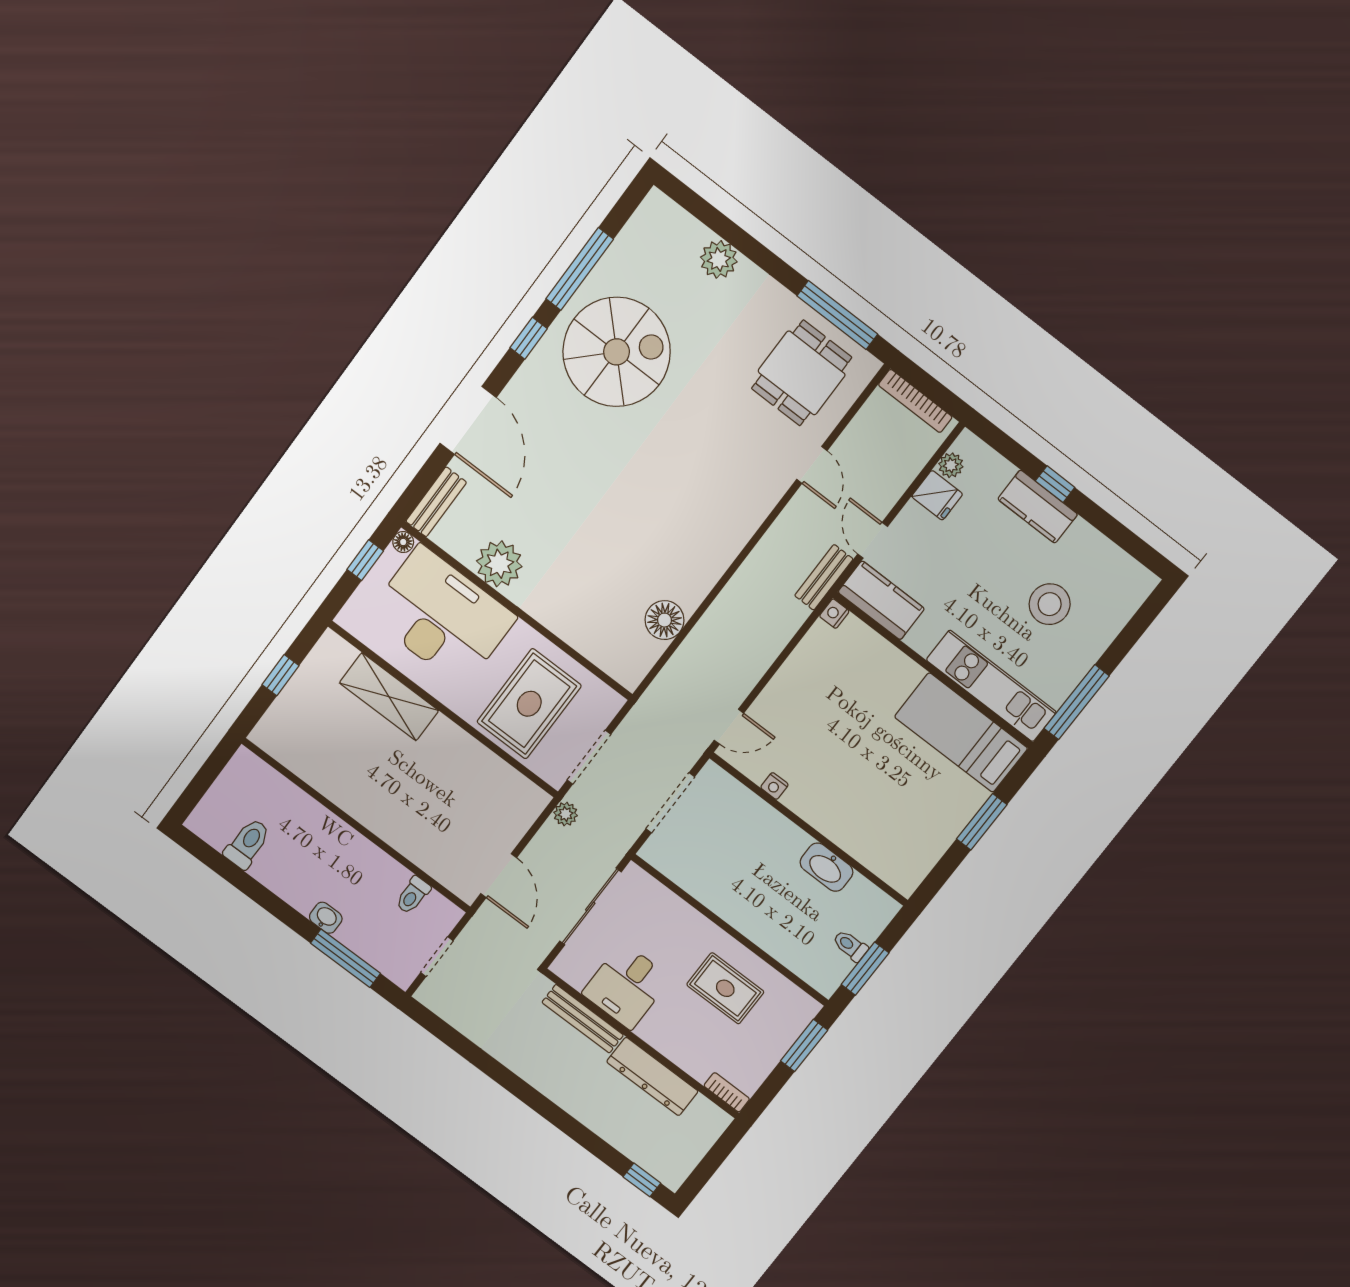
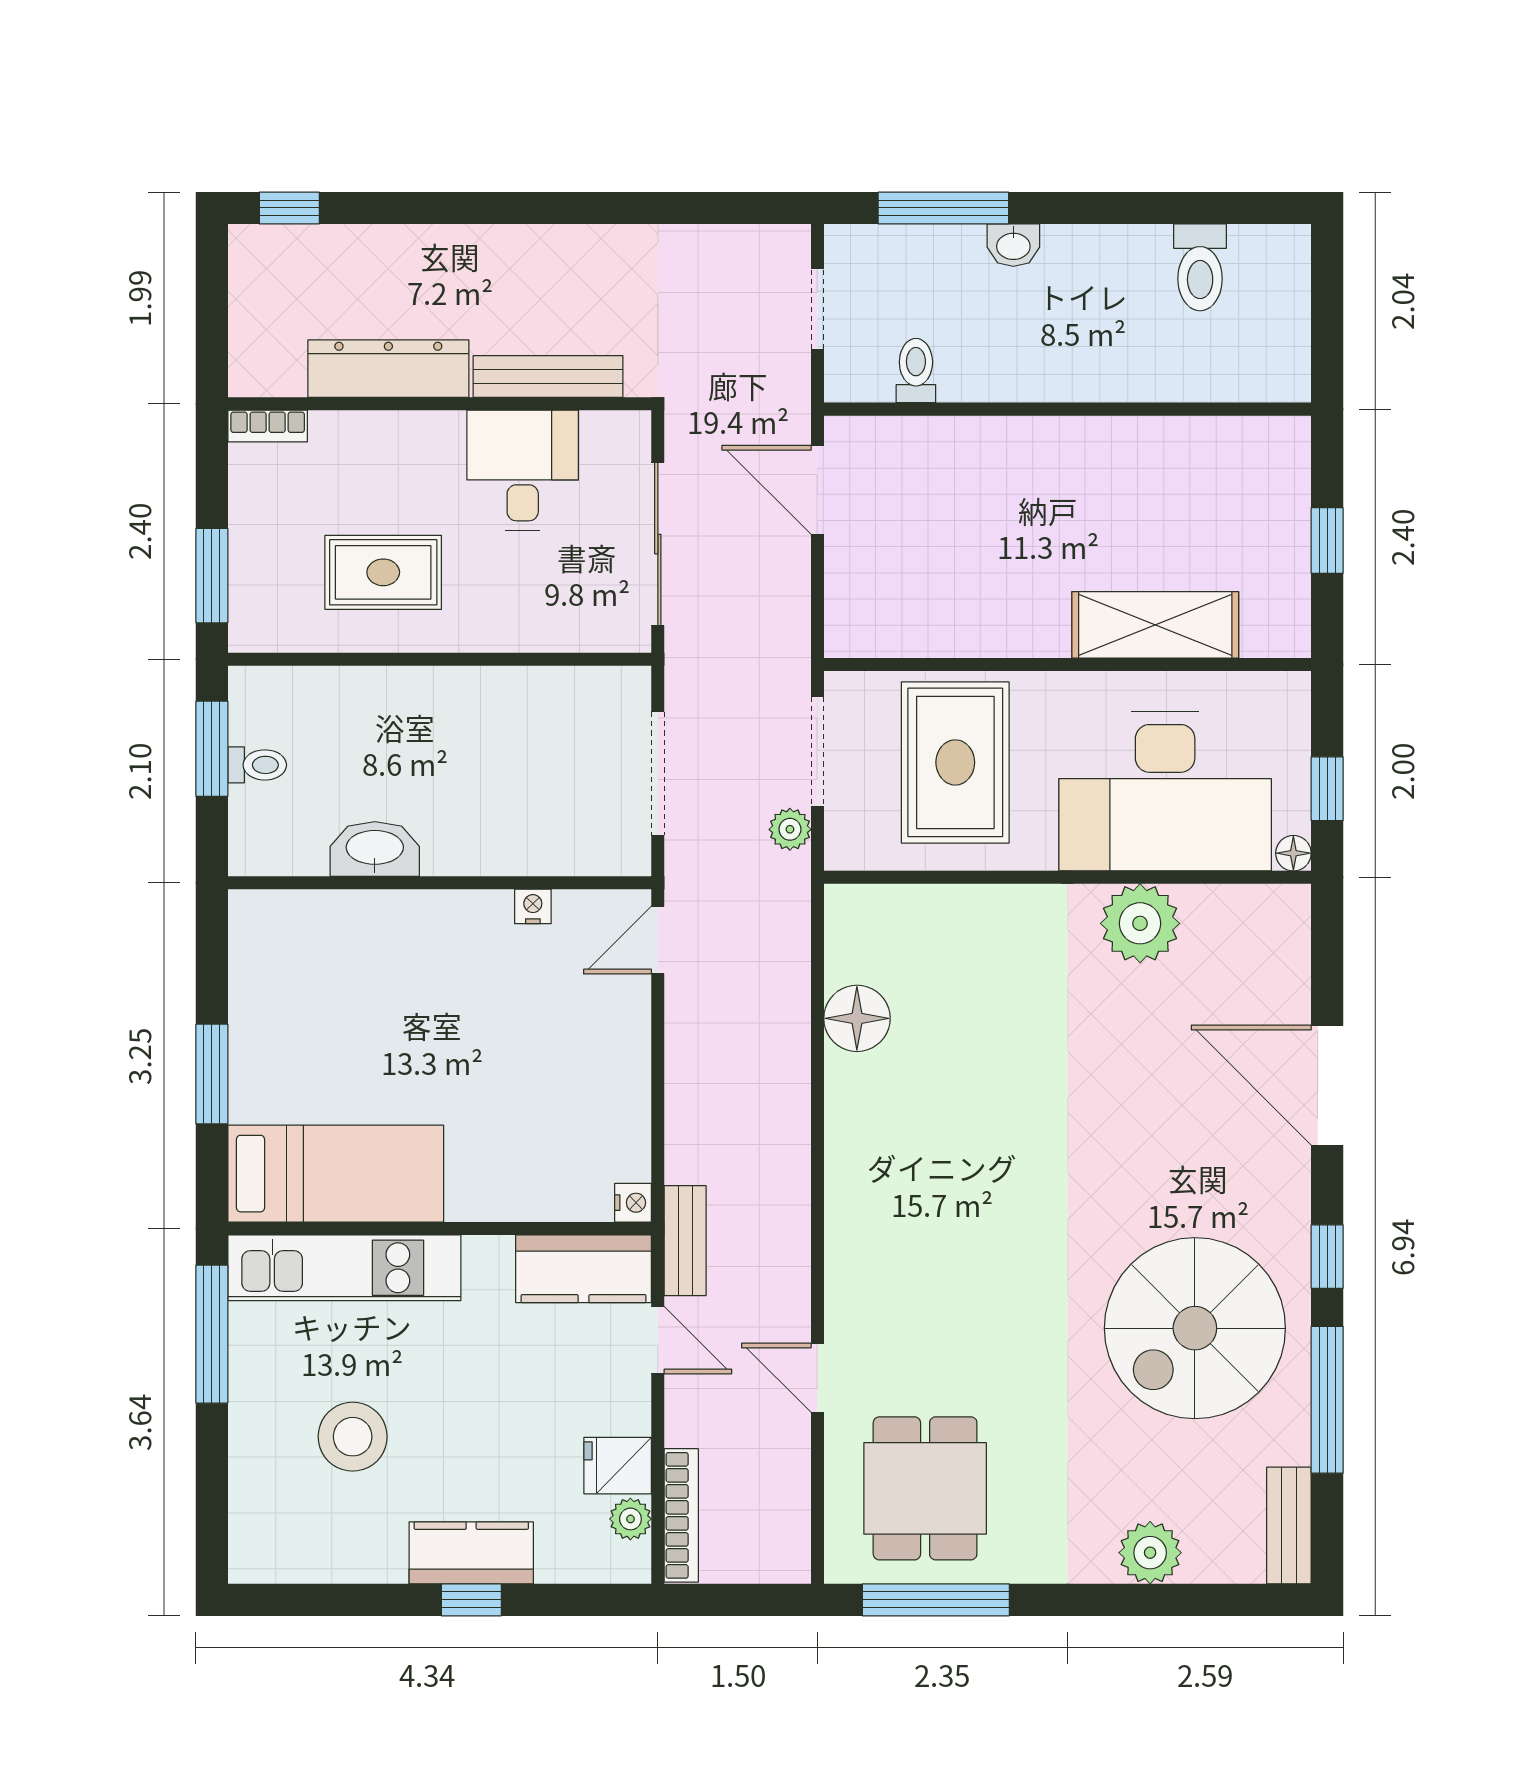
bookcase: (915, 401) -> (681, 1515), moved, turned 90
bench: (436, 502) -> (1289, 1526), moved
plant: (566, 814) -> (790, 829), moved

